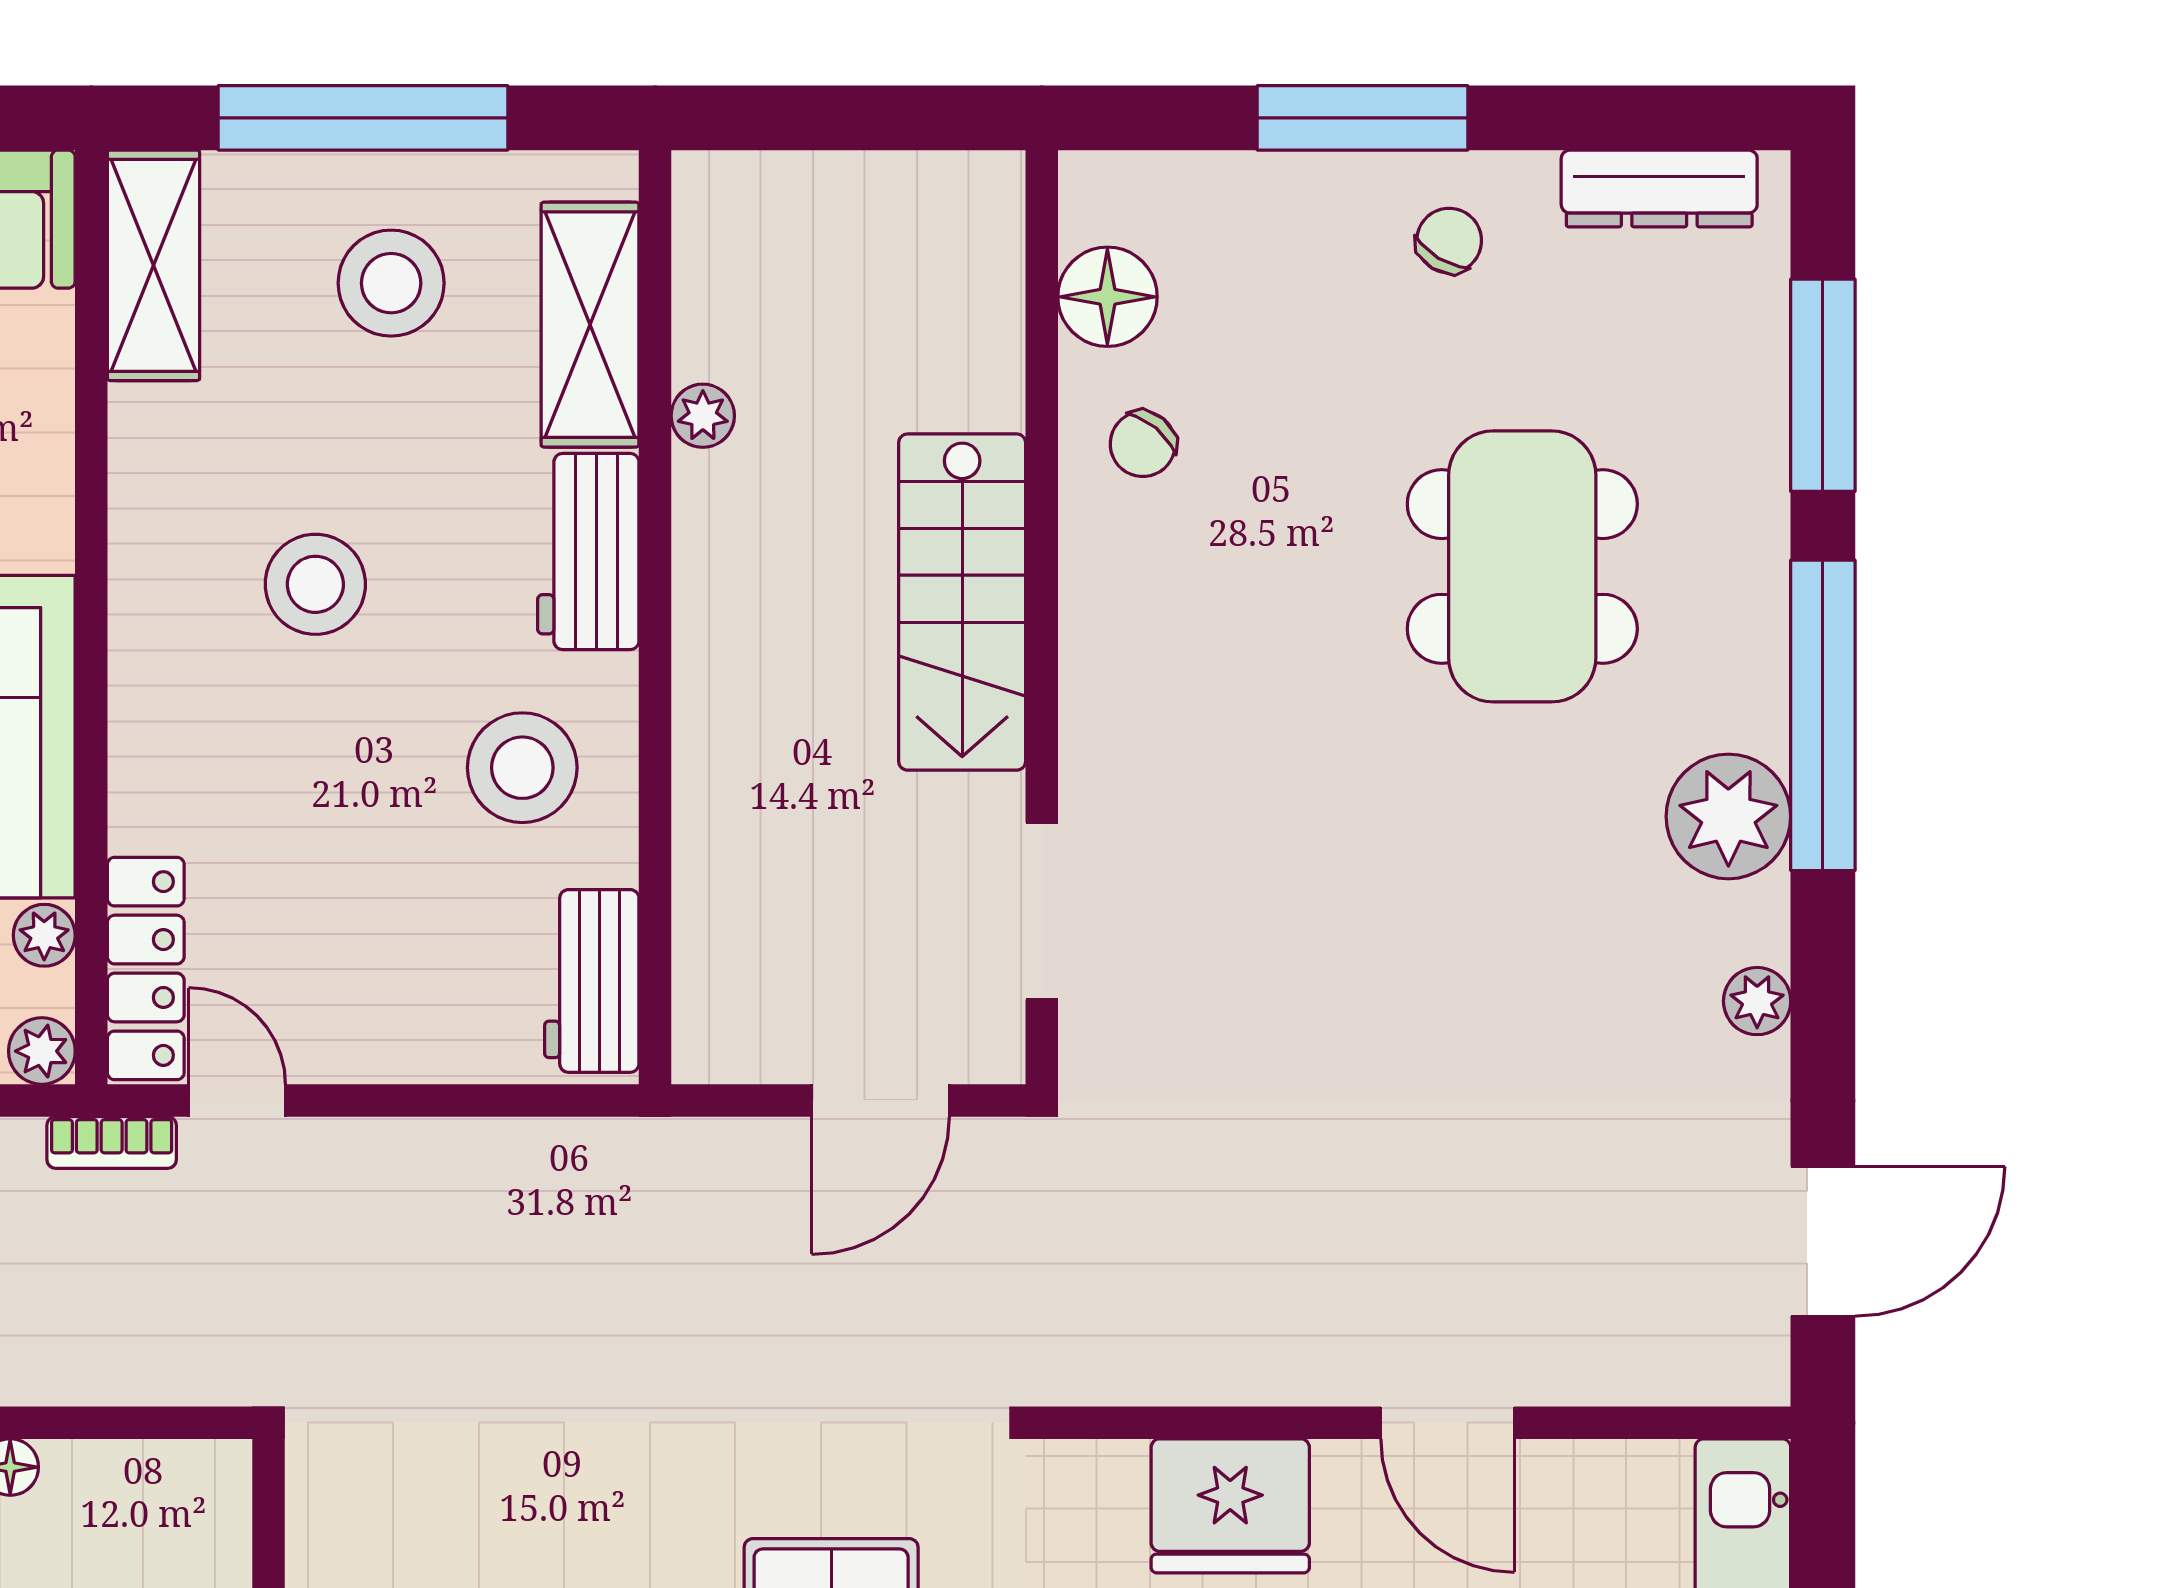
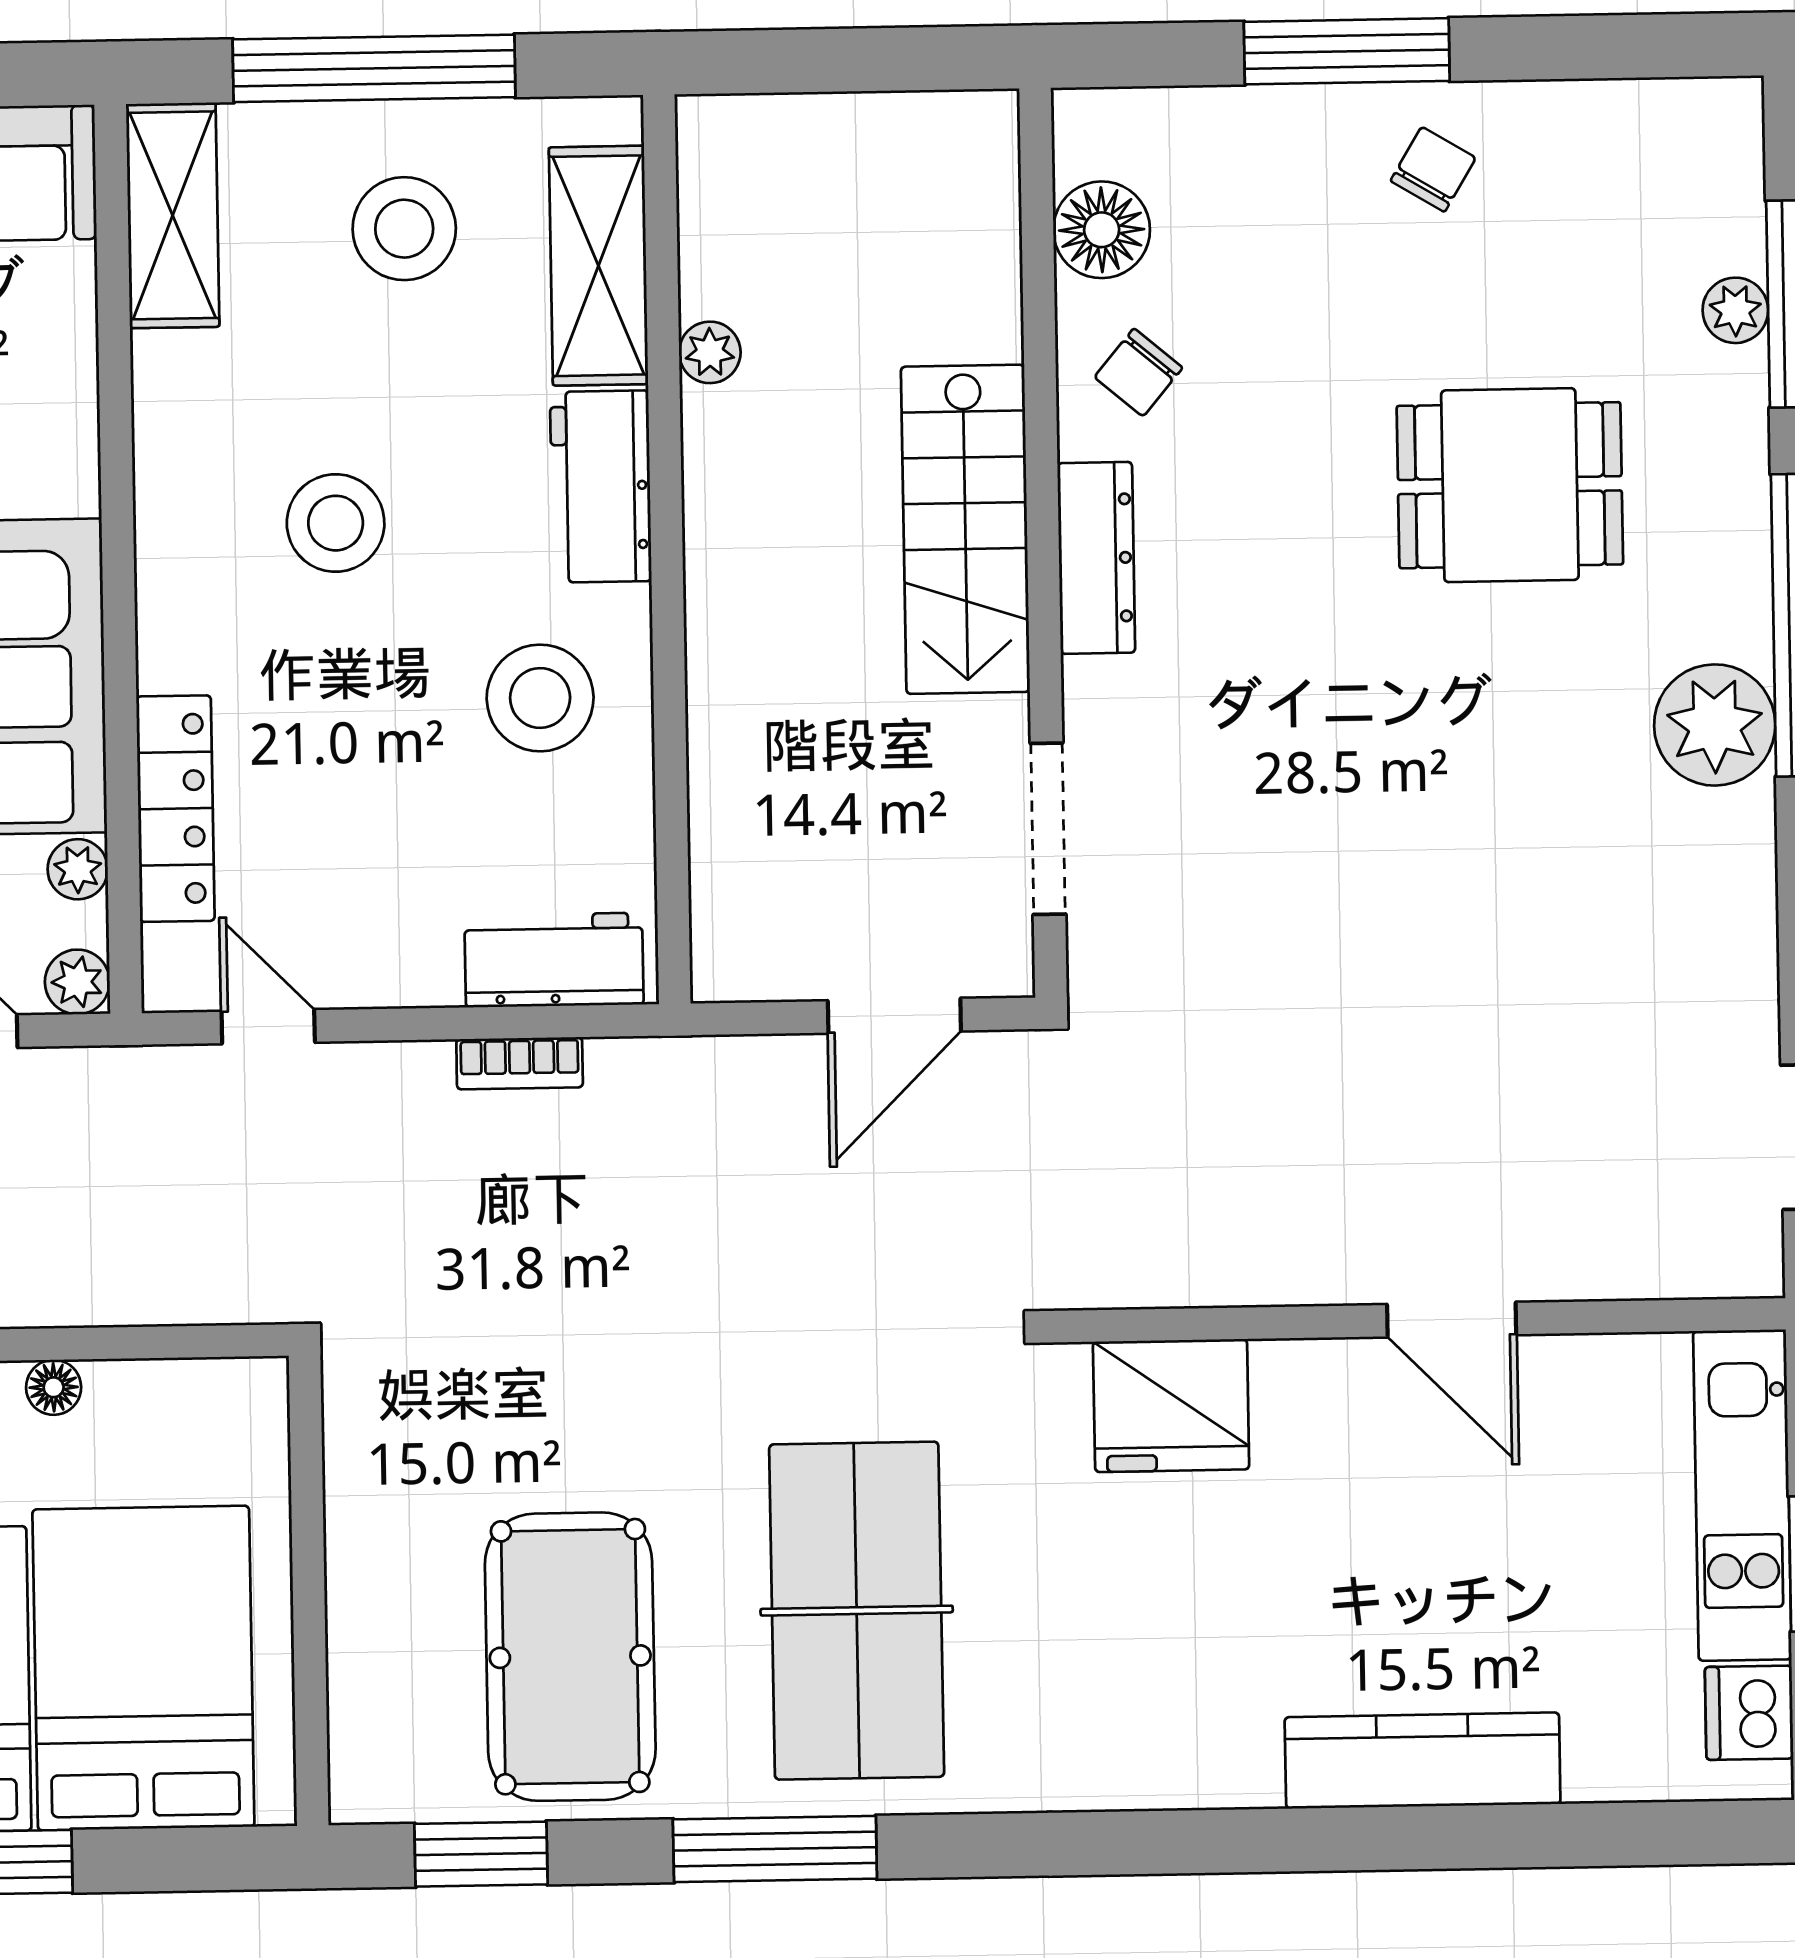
dresser: (1659, 188) -> (1096, 558), moved, turned -90
dining table: (1522, 566) -> (1510, 485), width x0.73
locker: (146, 969) -> (175, 809), moved
workbench: (592, 981) -> (554, 960), moved, turned 90
plant: (1757, 1001) -> (1735, 310), moved
bookcase: (112, 1142) -> (520, 1063), moved
fridge: (1230, 1506) -> (1171, 1406), moved

